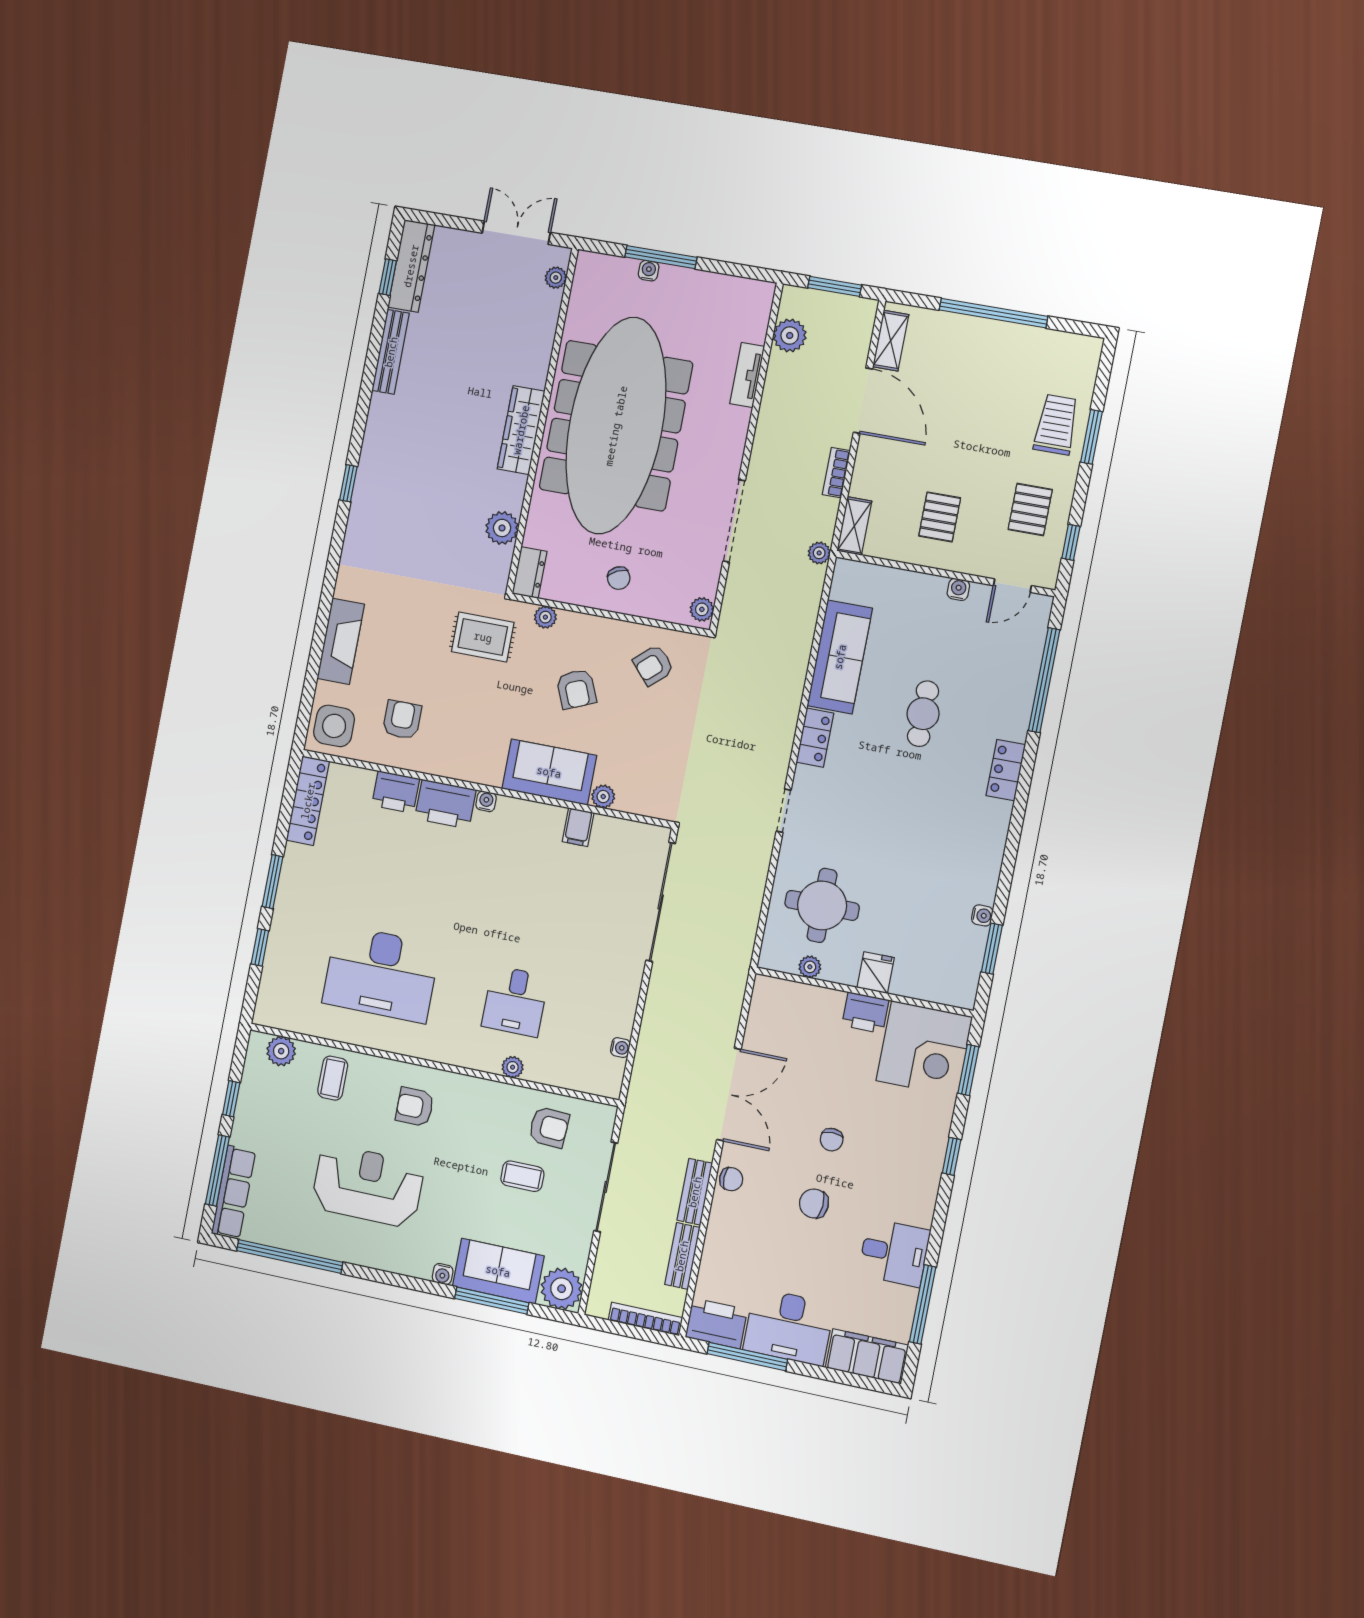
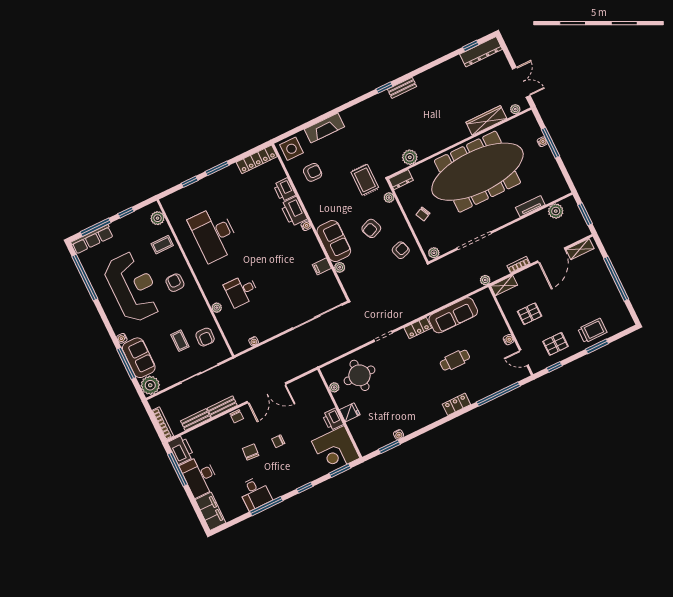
bench: (391, 352) -> (402, 88), moved, width x0.73
wardrobe: (521, 430) -> (486, 120), moved
armchair: (653, 665) -> (401, 250), turned 114
reception desk: (368, 1186) -> (133, 287), width x1.36, depth x1.30
window: (923, 1304) -> (266, 506), moved

